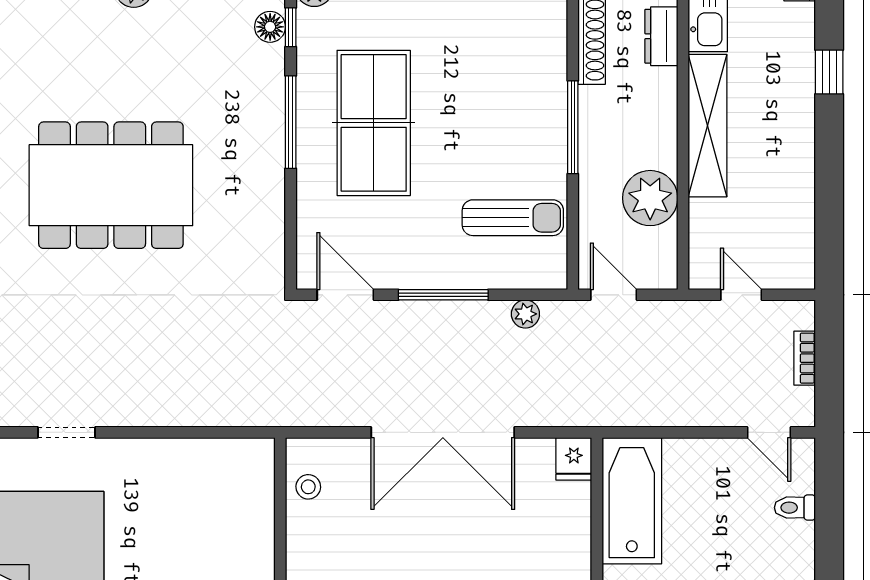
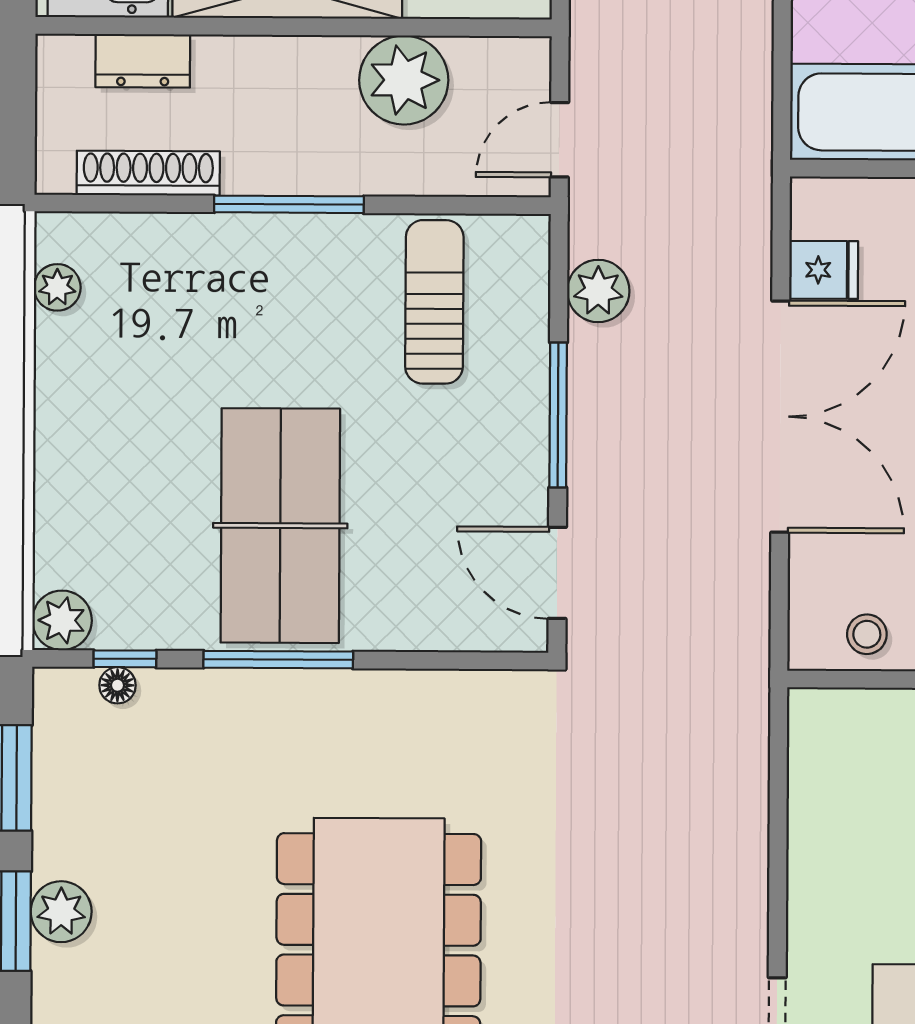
floor lamp: (270, 27) -> (117, 685), width x0.73, depth x0.73
table tennis table: (374, 123) -> (280, 526), turned 90
door: (345, 295) -> (557, 573), hinge flipped
plant: (525, 314) -> (598, 291), width x1.38, depth x1.38
fridge: (574, 459) -> (824, 270), moved

